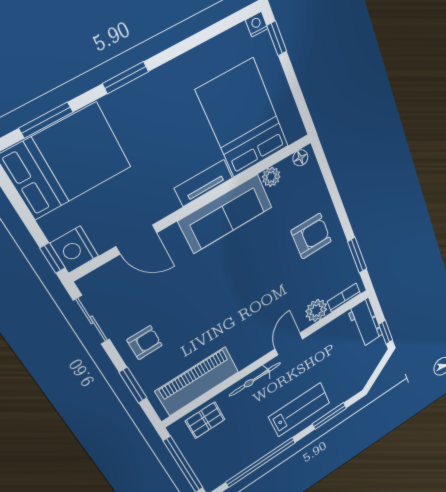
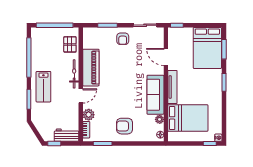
tv unit: (203, 183) -> (172, 87), width x1.41
armchair: (311, 236) -> (125, 126), turned 90
door: (136, 240) -> (166, 57), hinge flipped
nightstand: (74, 250) -> (175, 34), removed
door: (289, 344) -> (81, 96), hinge flipped
piano: (197, 381) -> (91, 68), moved

